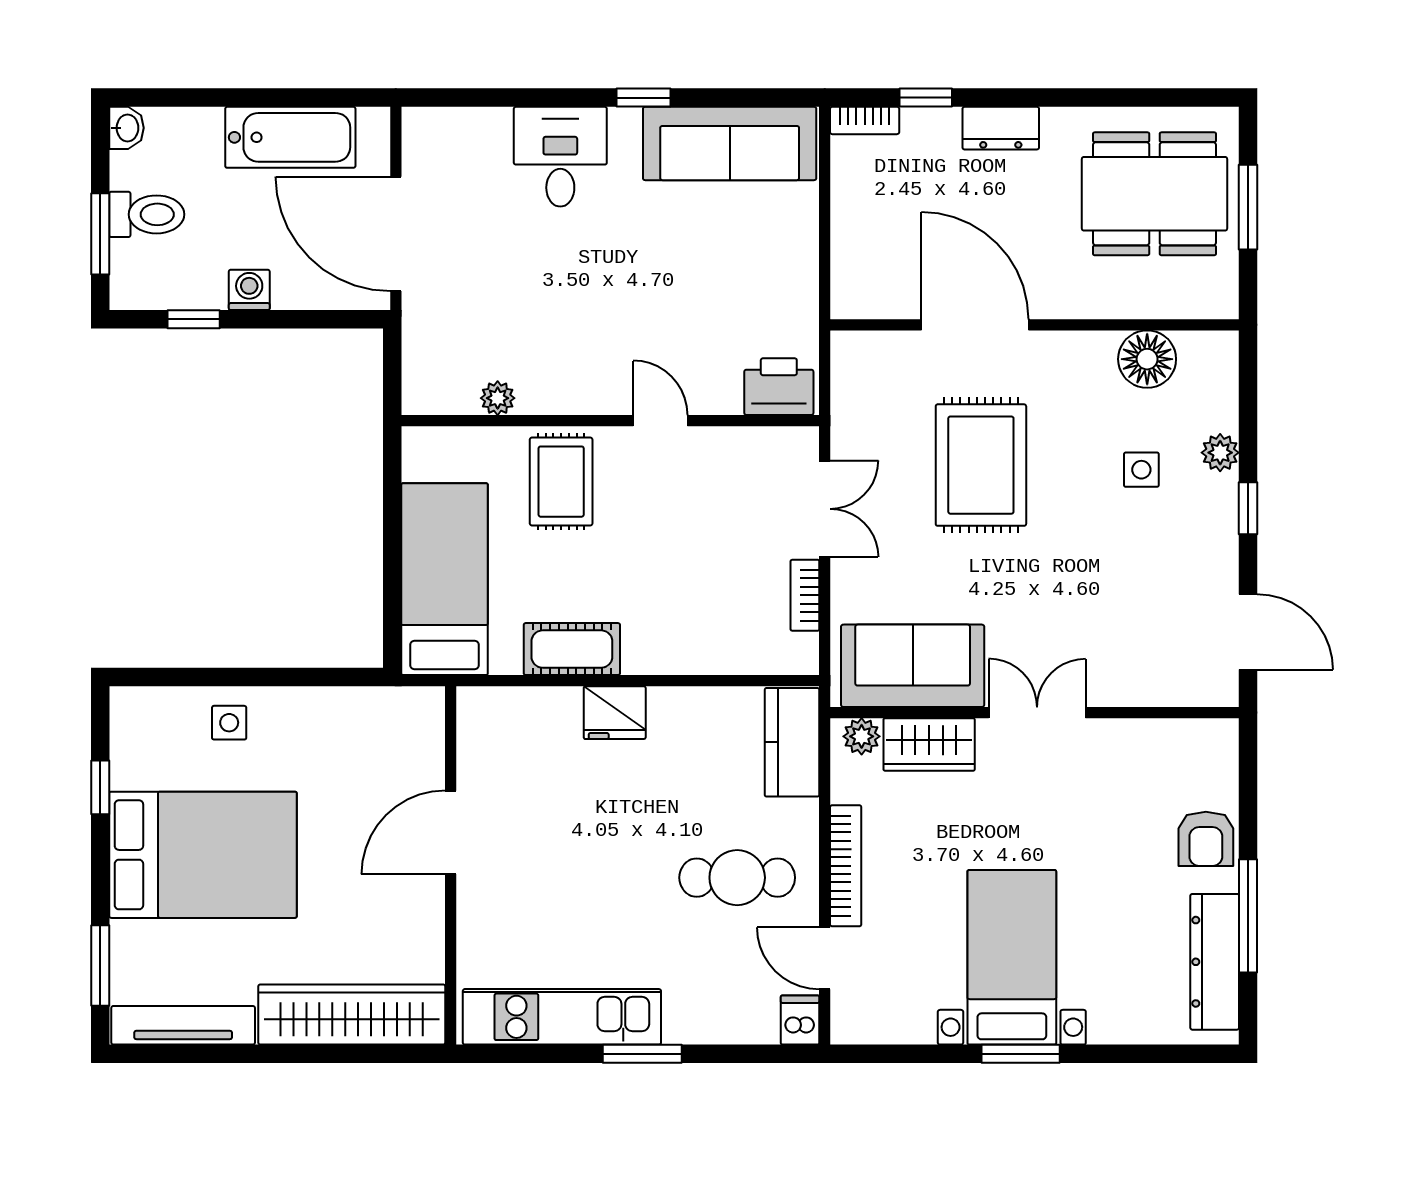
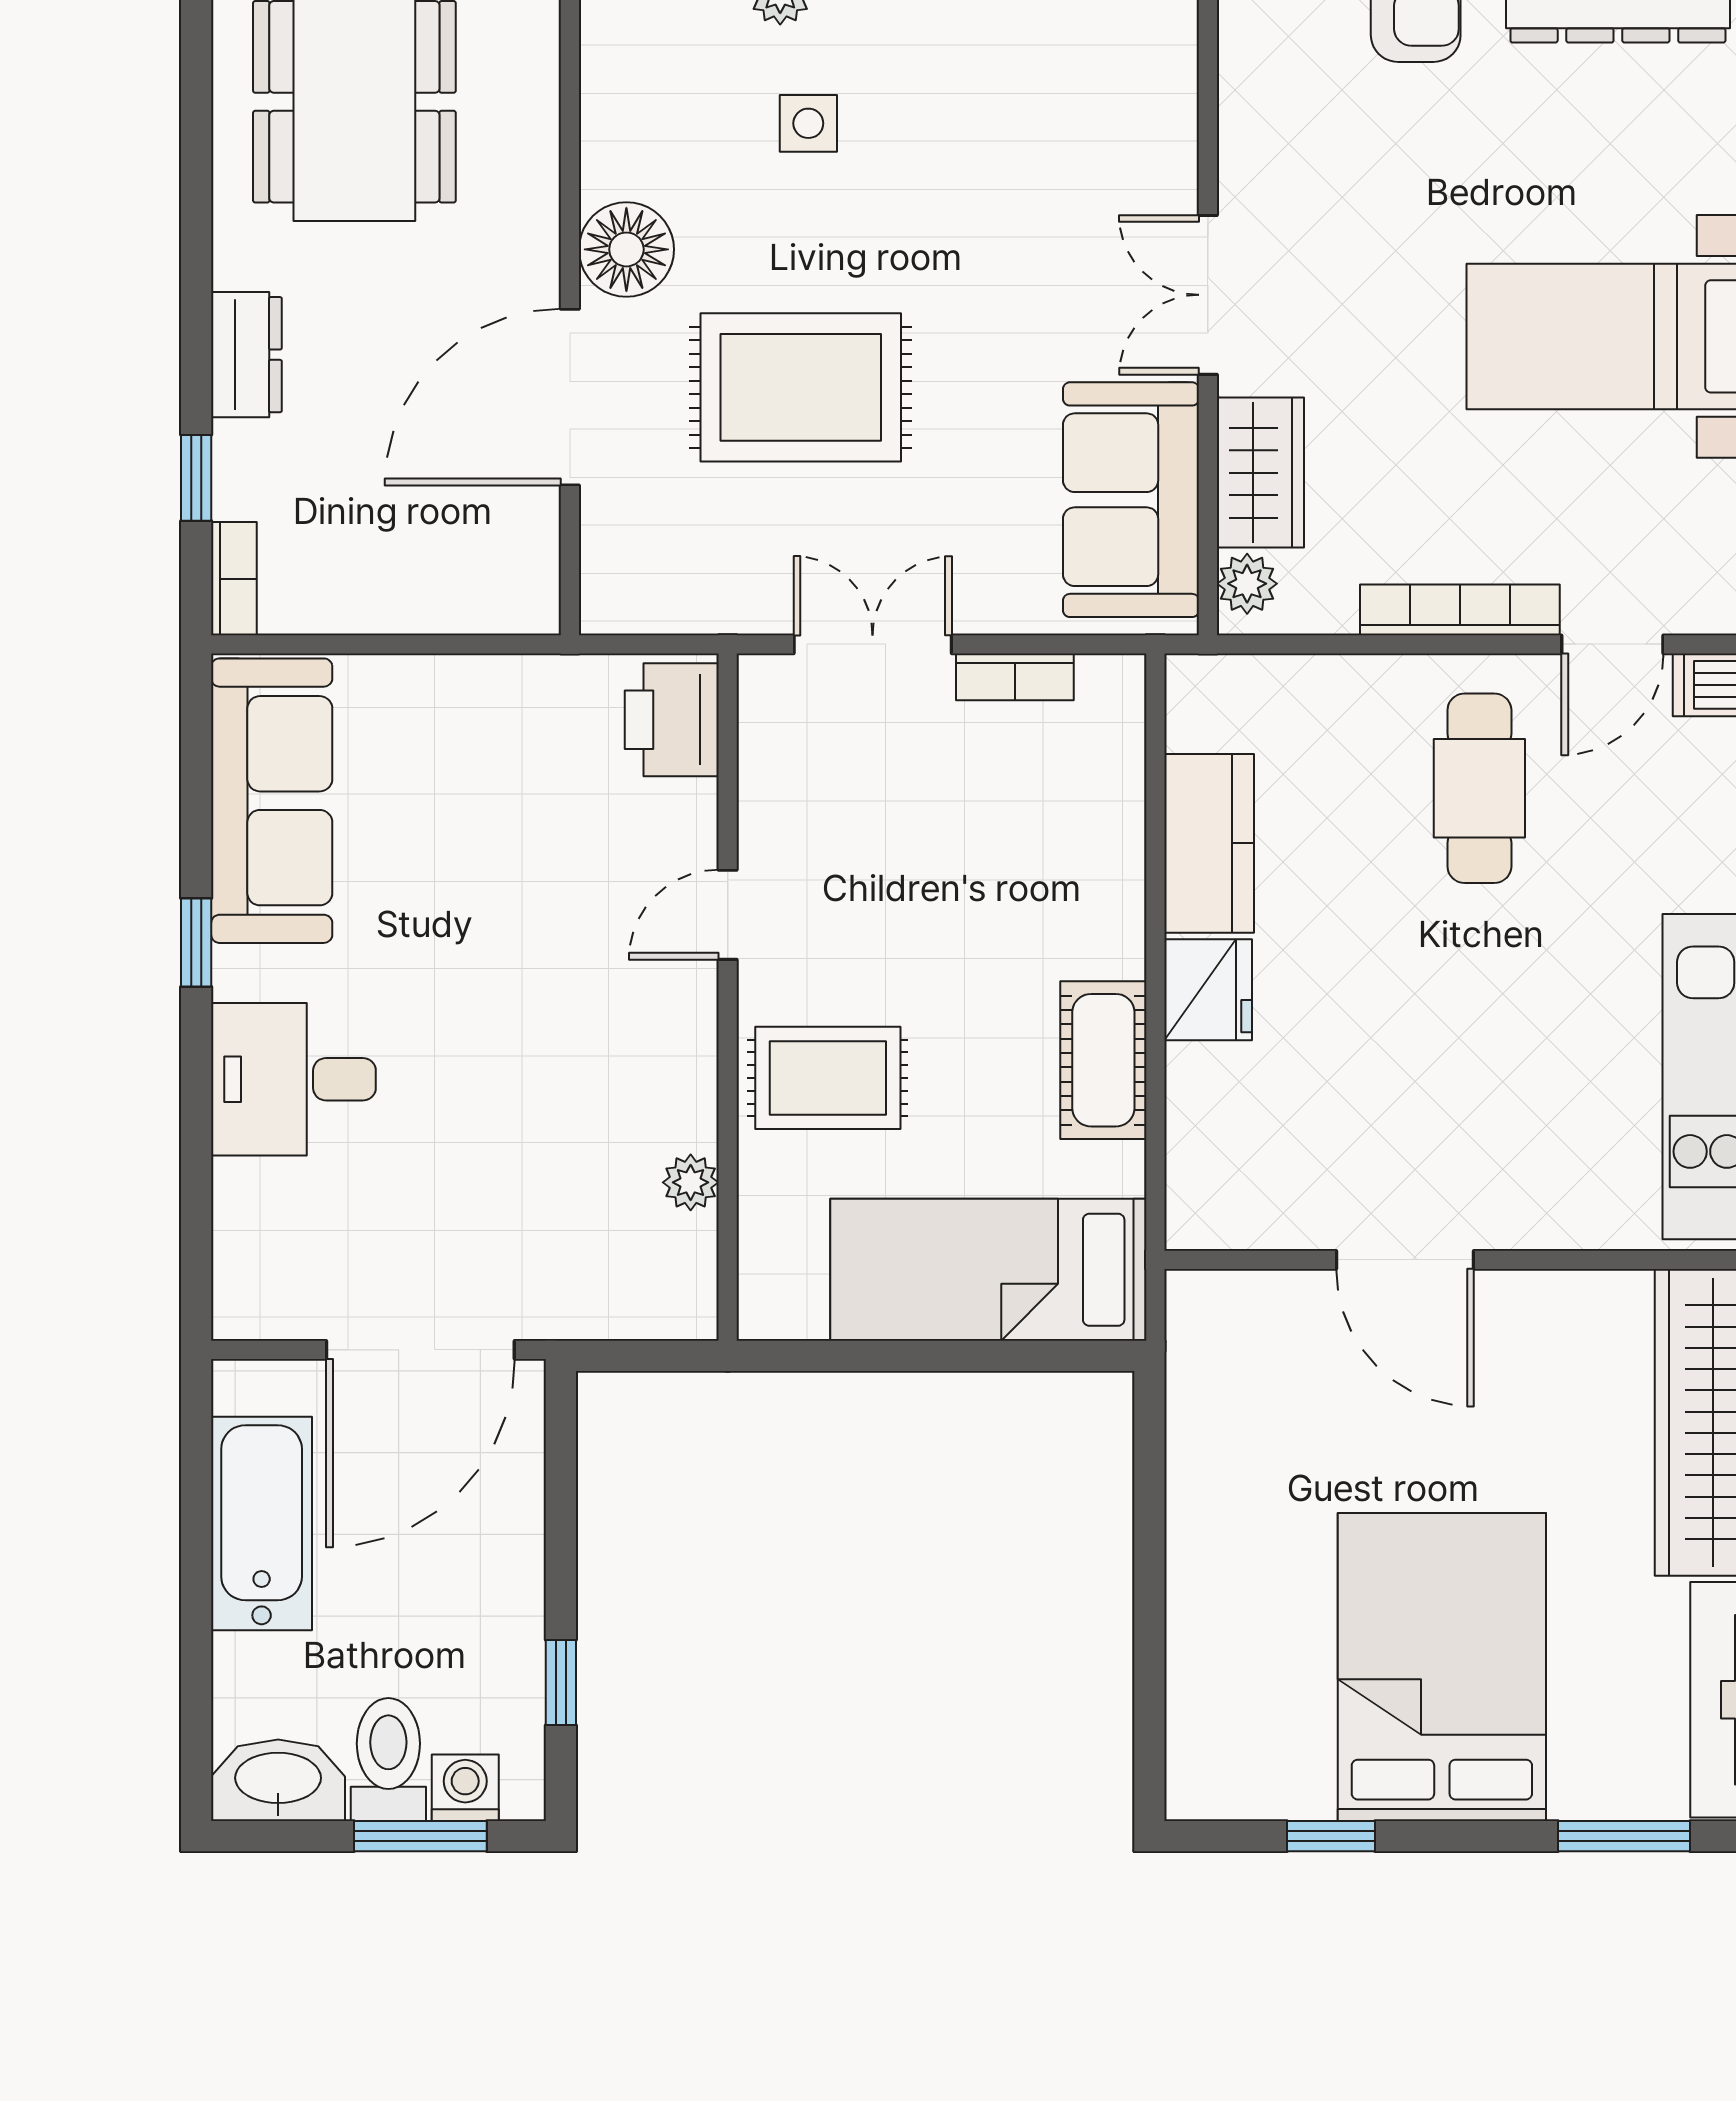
washbasin: (126, 128) -> (278, 1780), width x1.91, depth x1.45
washing machine: (249, 290) -> (465, 1788), moved, turned 90
floor lamp: (1147, 359) -> (626, 249), moved
side table: (229, 723) -> (1225, 1624), removed
kitchen counter: (792, 742) -> (1209, 843), moved, turned -90

